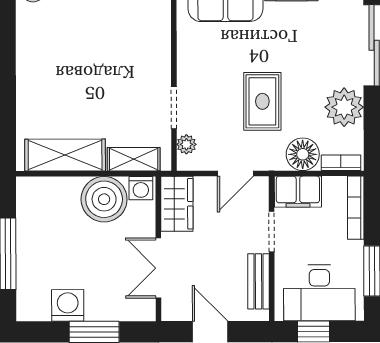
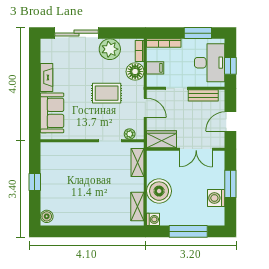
shelving: (65, 155) -> (137, 206), width x0.67, depth x0.75
washing machine: (141, 188) -> (153, 219), moved
filing cabinet: (298, 192) -> (155, 68), width x0.50
boiler: (104, 199) -> (159, 191), moved

